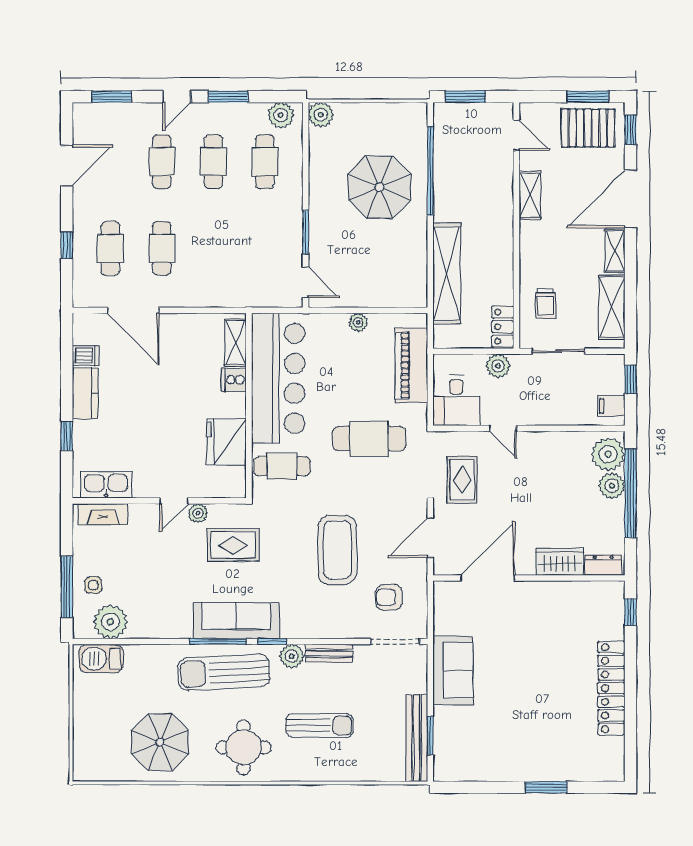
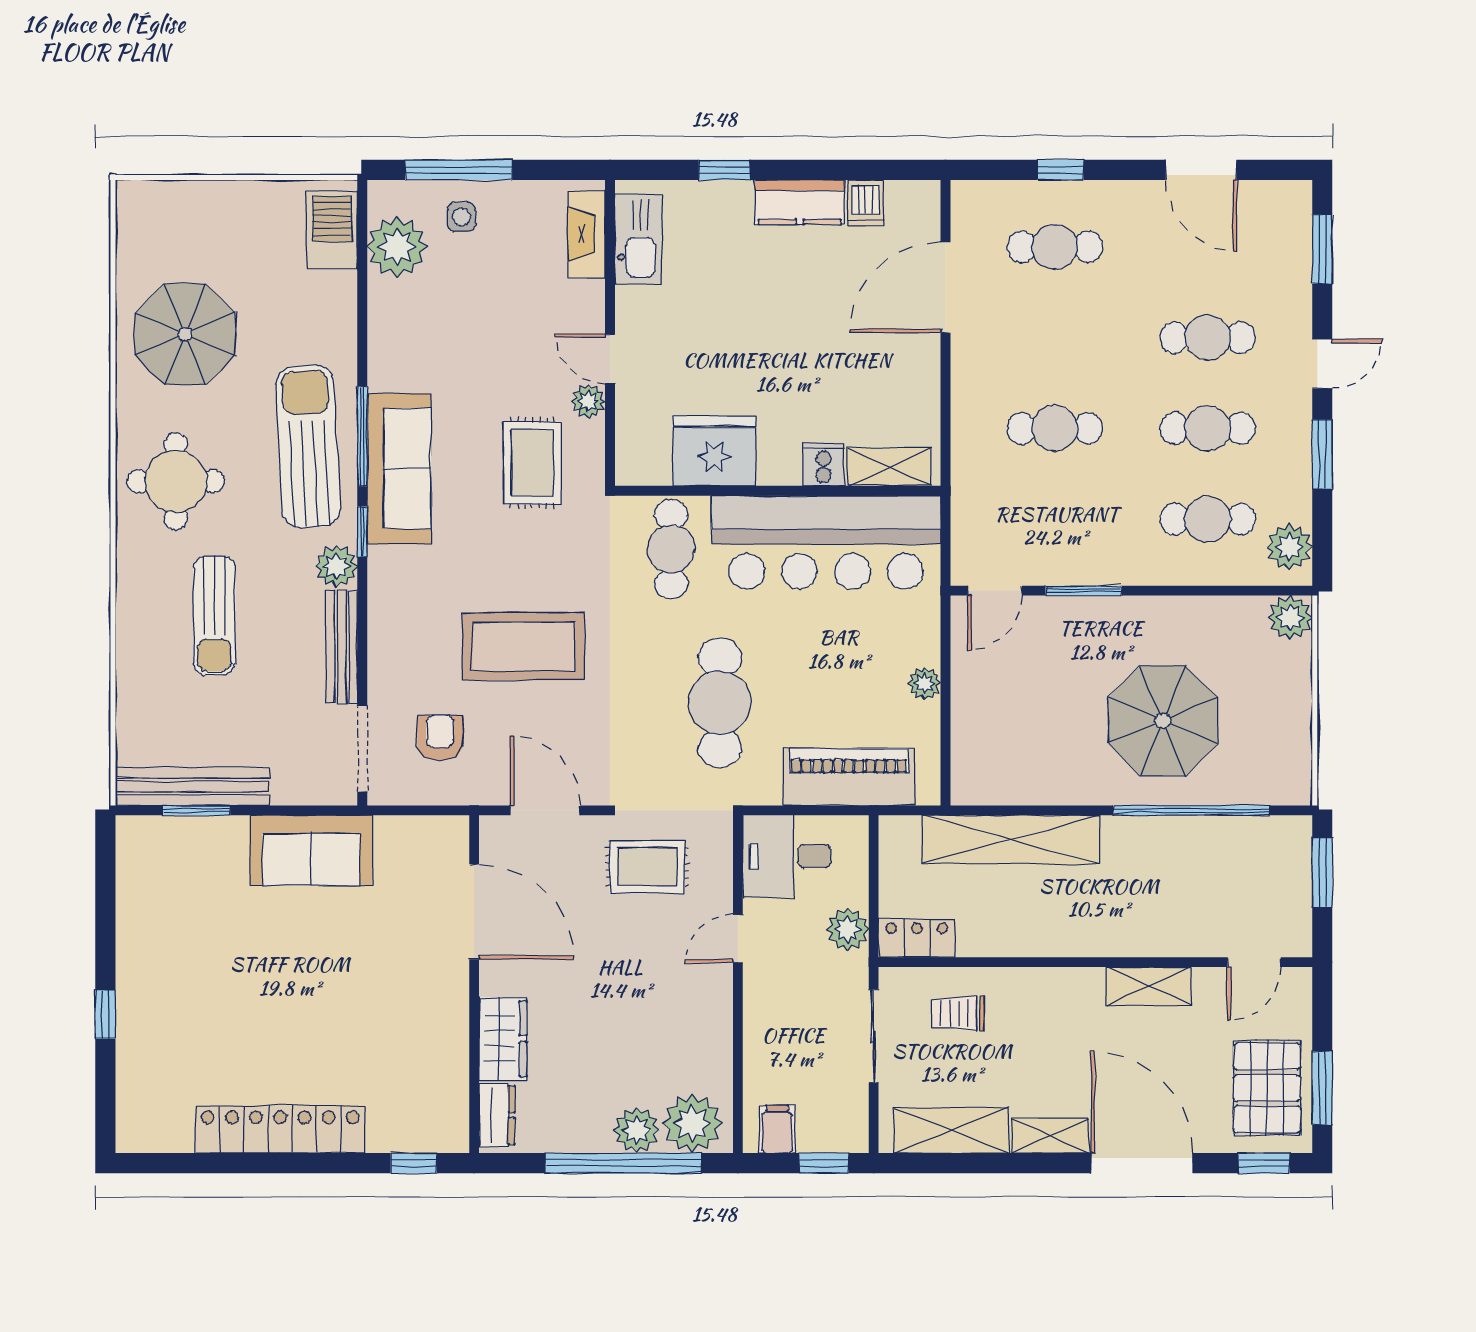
door: (177, 97) -> (1322, 364), swing flipped
cafe table: (162, 248) -> (1055, 428), moved
bench: (329, 653) -> (342, 647), width x1.36
window: (546, 787) -> (105, 1014), width x0.67

